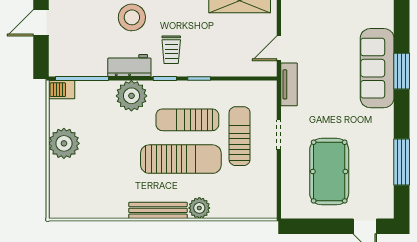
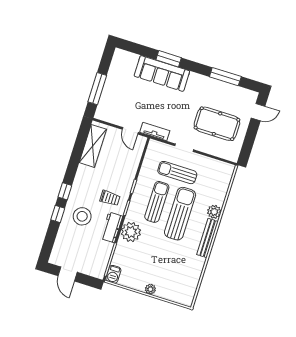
sun lounger: (187, 120) -> (157, 202), turned 180
plant: (64, 143) -> (150, 289), width x0.53, depth x0.53

